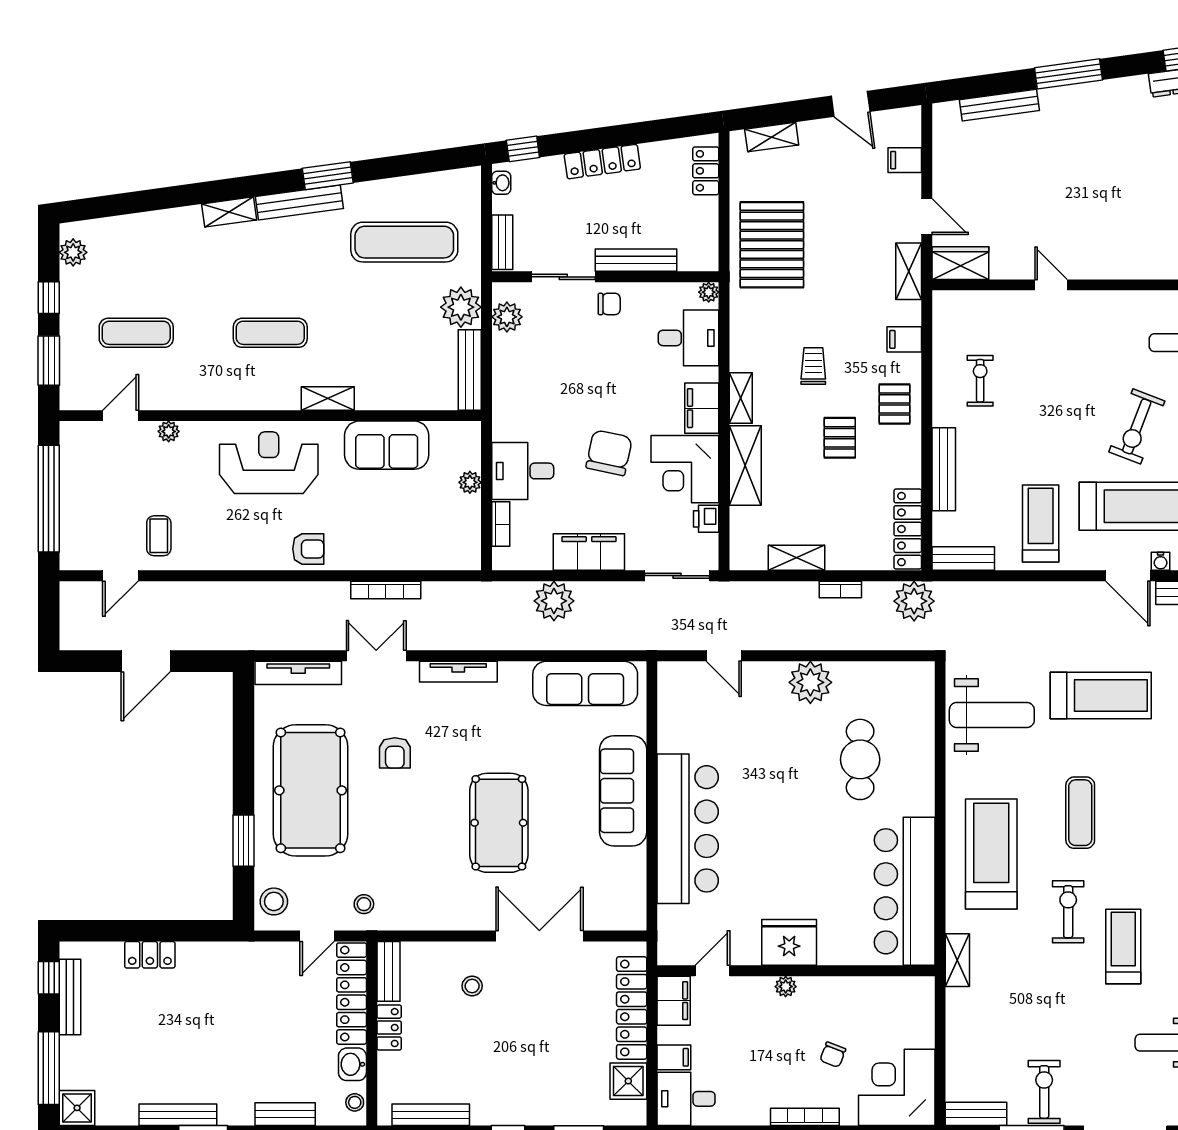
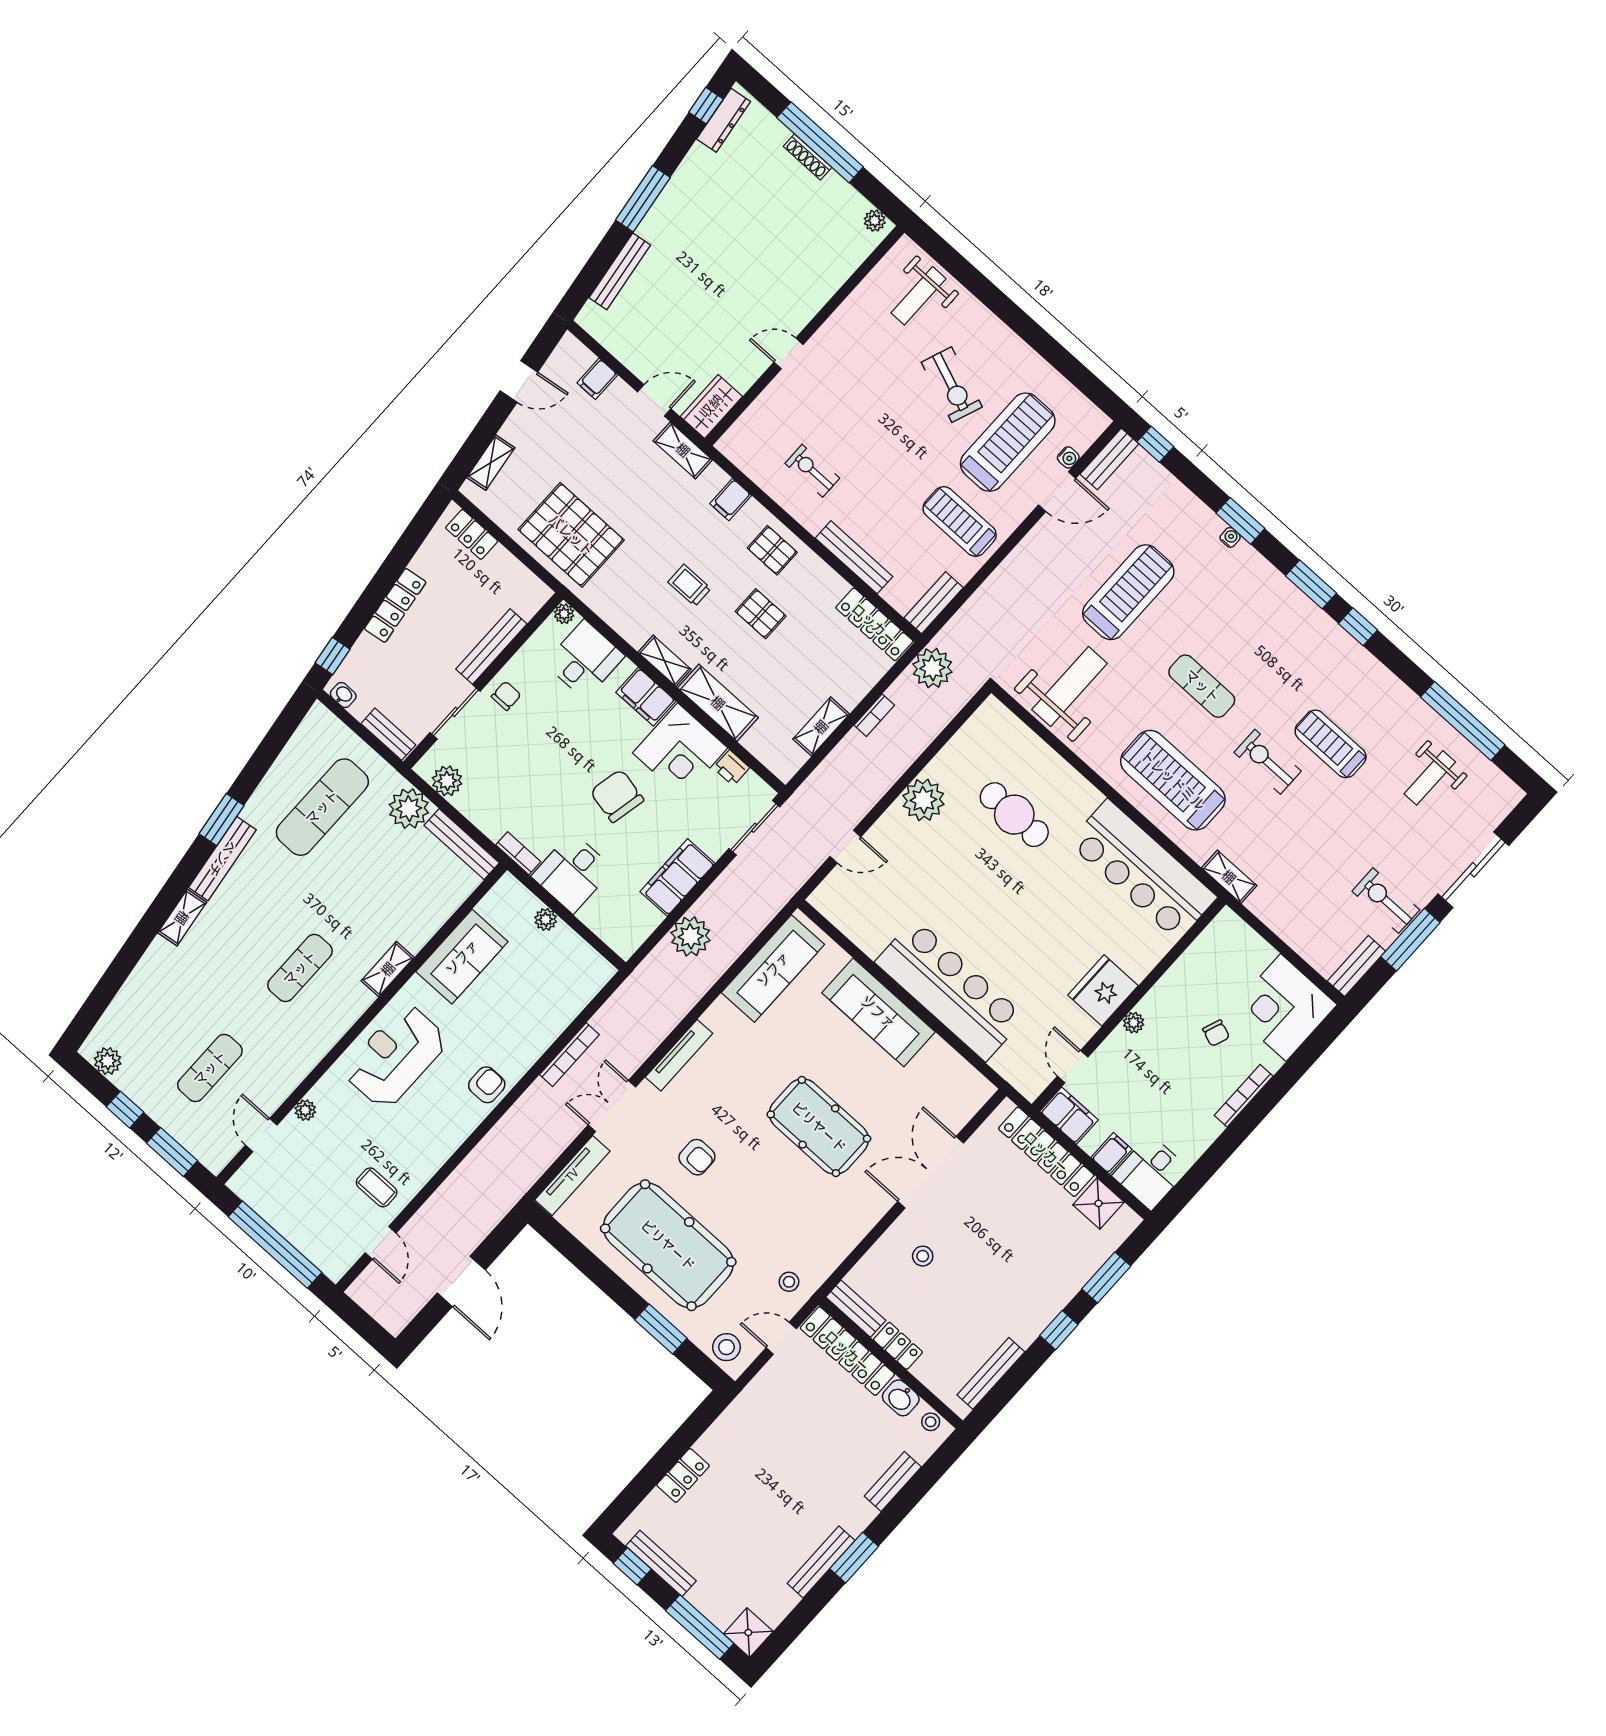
bookcase: (501, 524) -> (518, 853), moved
door: (317, 936) -> (781, 1338), swing flipped

